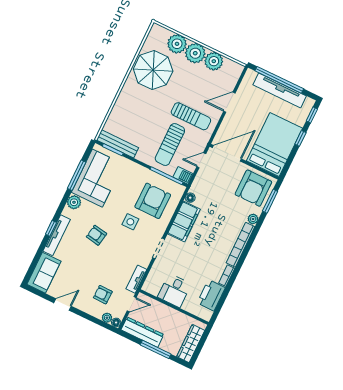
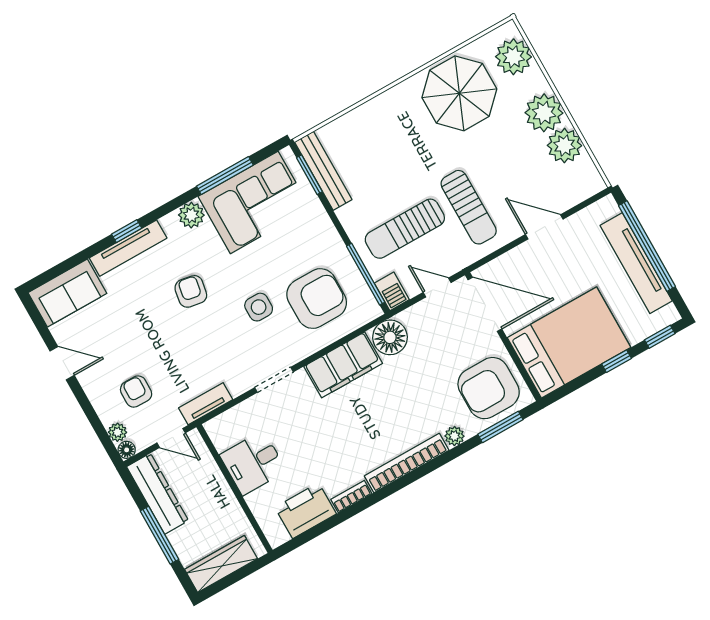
plant: (177, 44) -> (513, 57), moved
floor lamp: (190, 198) -> (390, 337), width x1.89, depth x1.89

